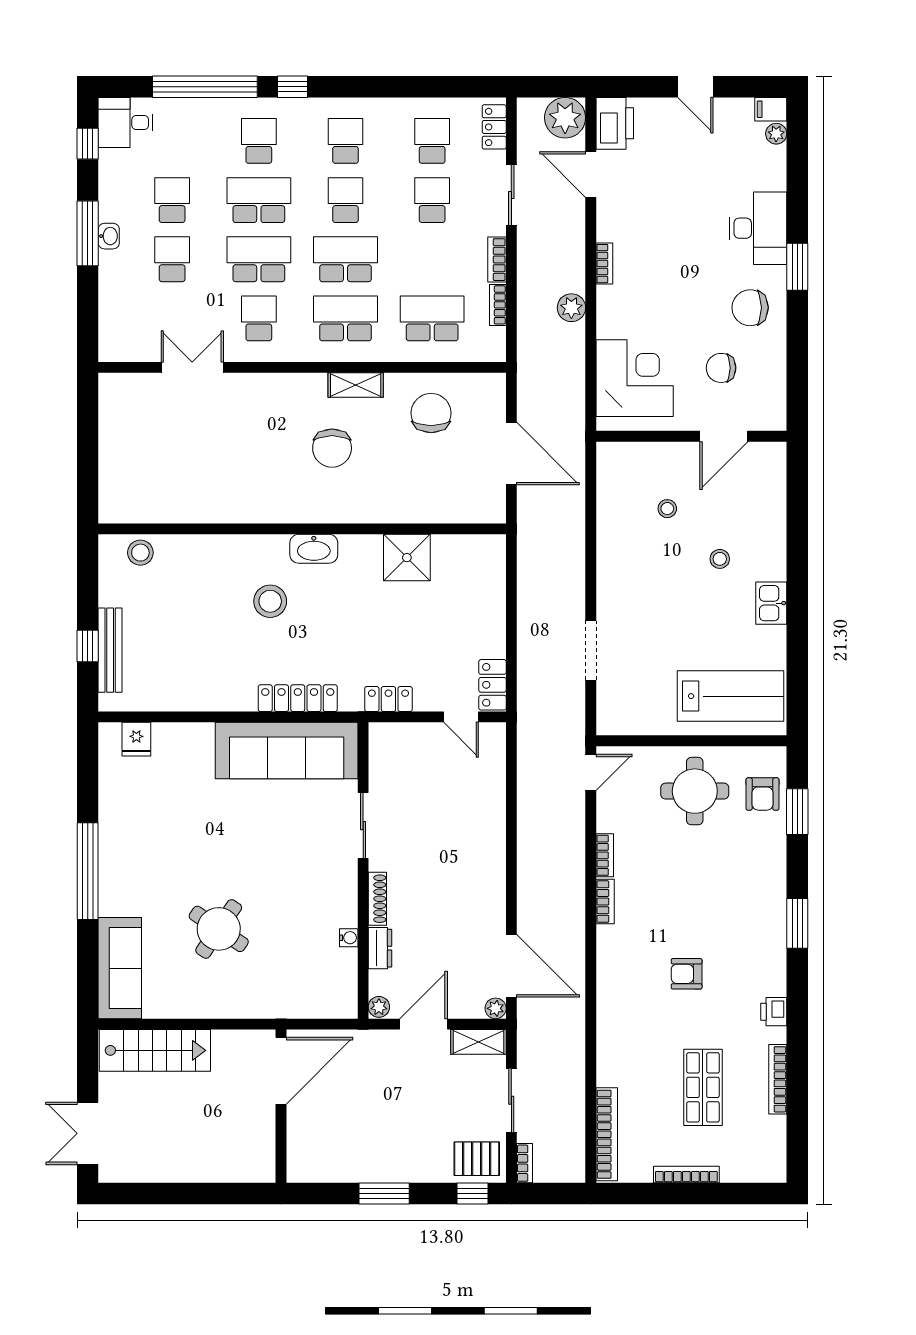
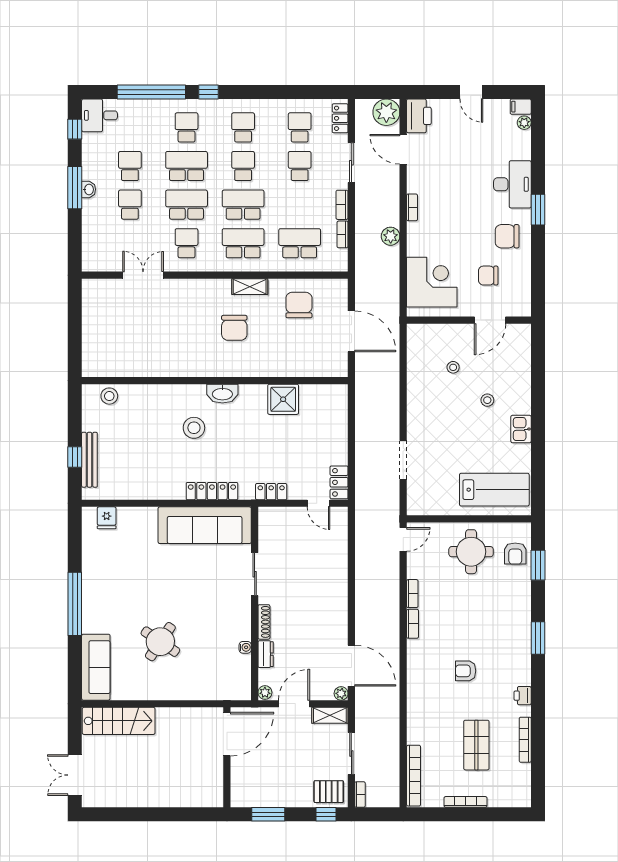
door: (281, 1071) -> (227, 734), moved
wall: (281, 1106) -> (227, 757), moved

